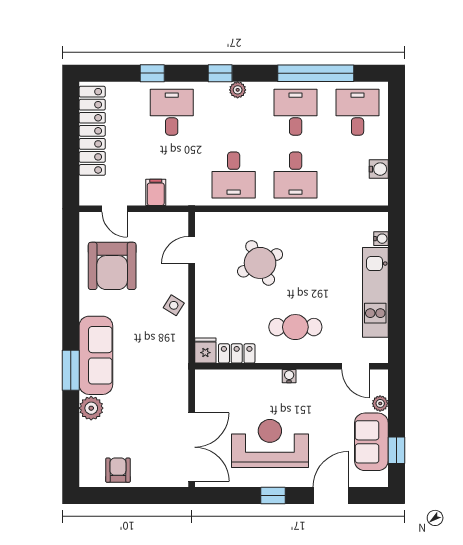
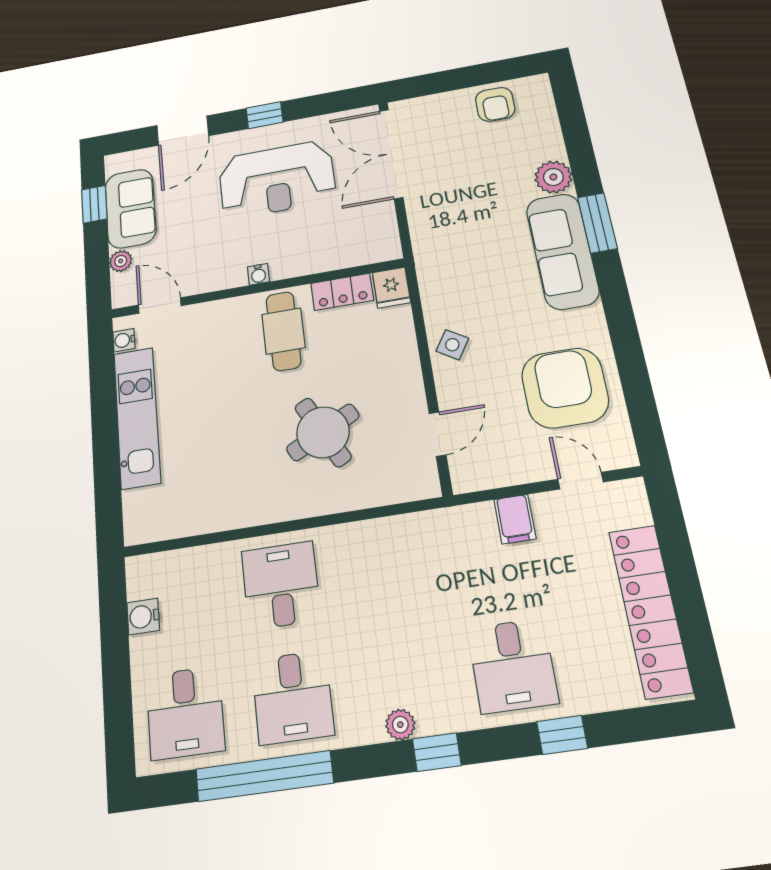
desk: (234, 175) -> (386, 569), removed
water cooler: (381, 239) -> (124, 340), moved
cafe table: (295, 327) -> (283, 331), moved, turned 90

